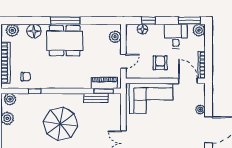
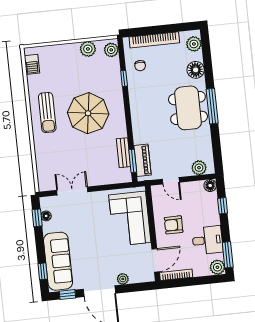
floor lamp: (142, 29) -> (210, 186), moved
armchair: (160, 63) -> (174, 225), turned 180

